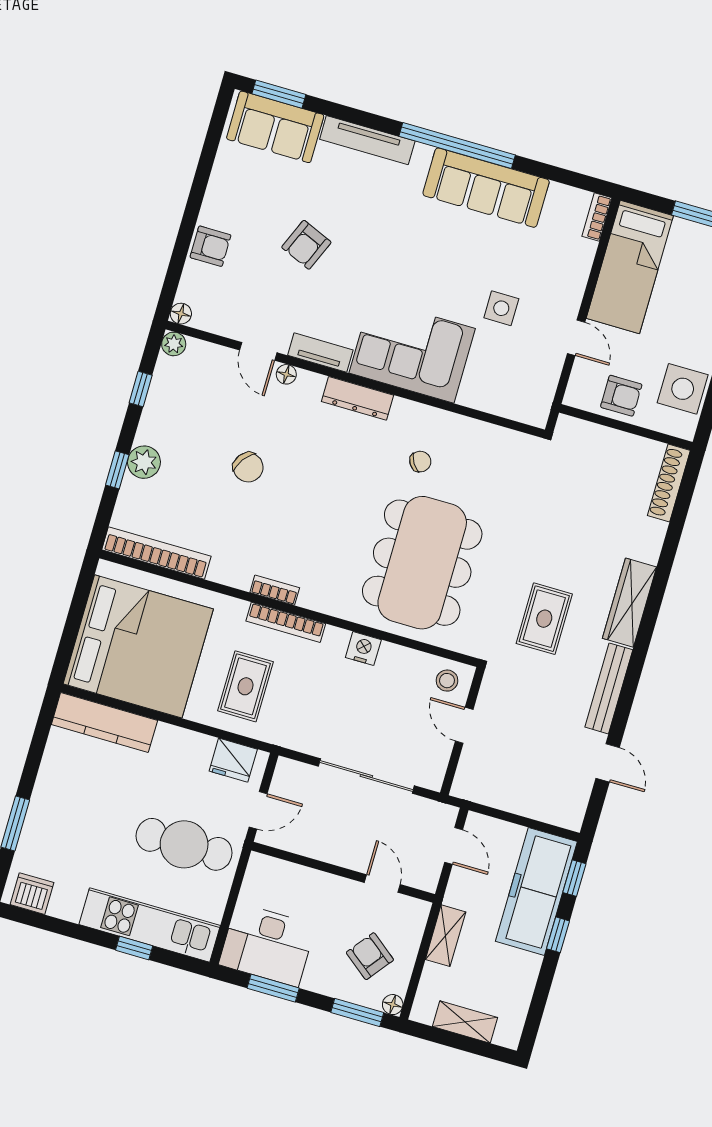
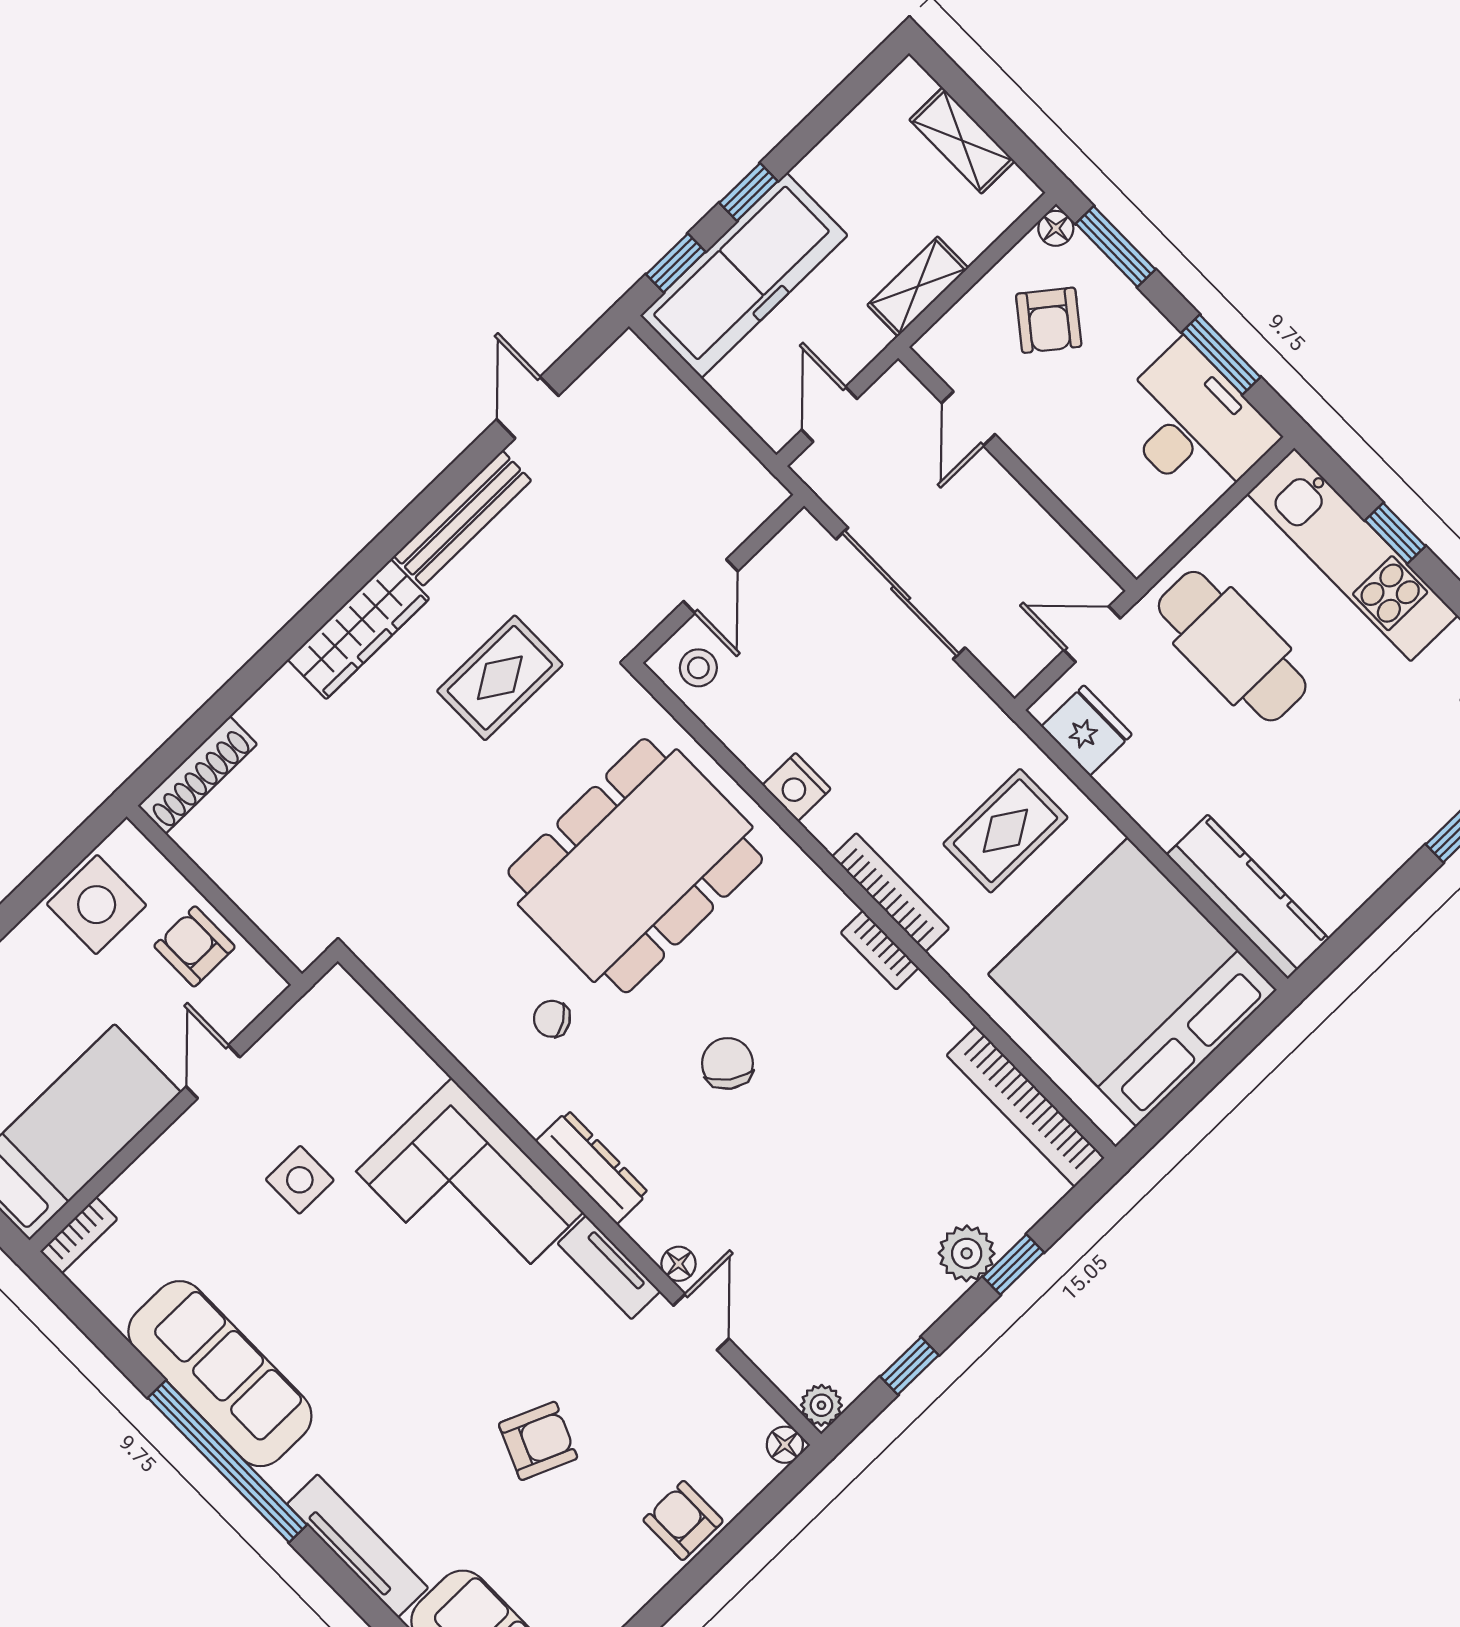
chair: (248, 467) -> (727, 1063), moved

